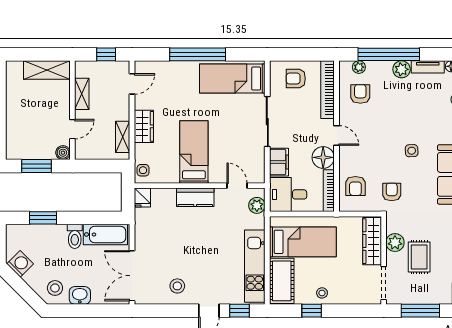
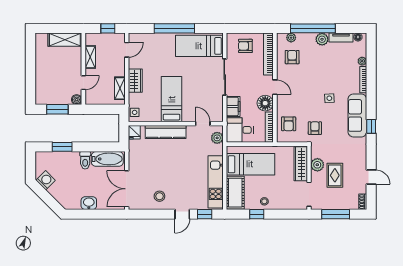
kitchen counter: (195, 197) -> (166, 132), width x1.50
stool: (55, 288) -> (71, 198), removed

